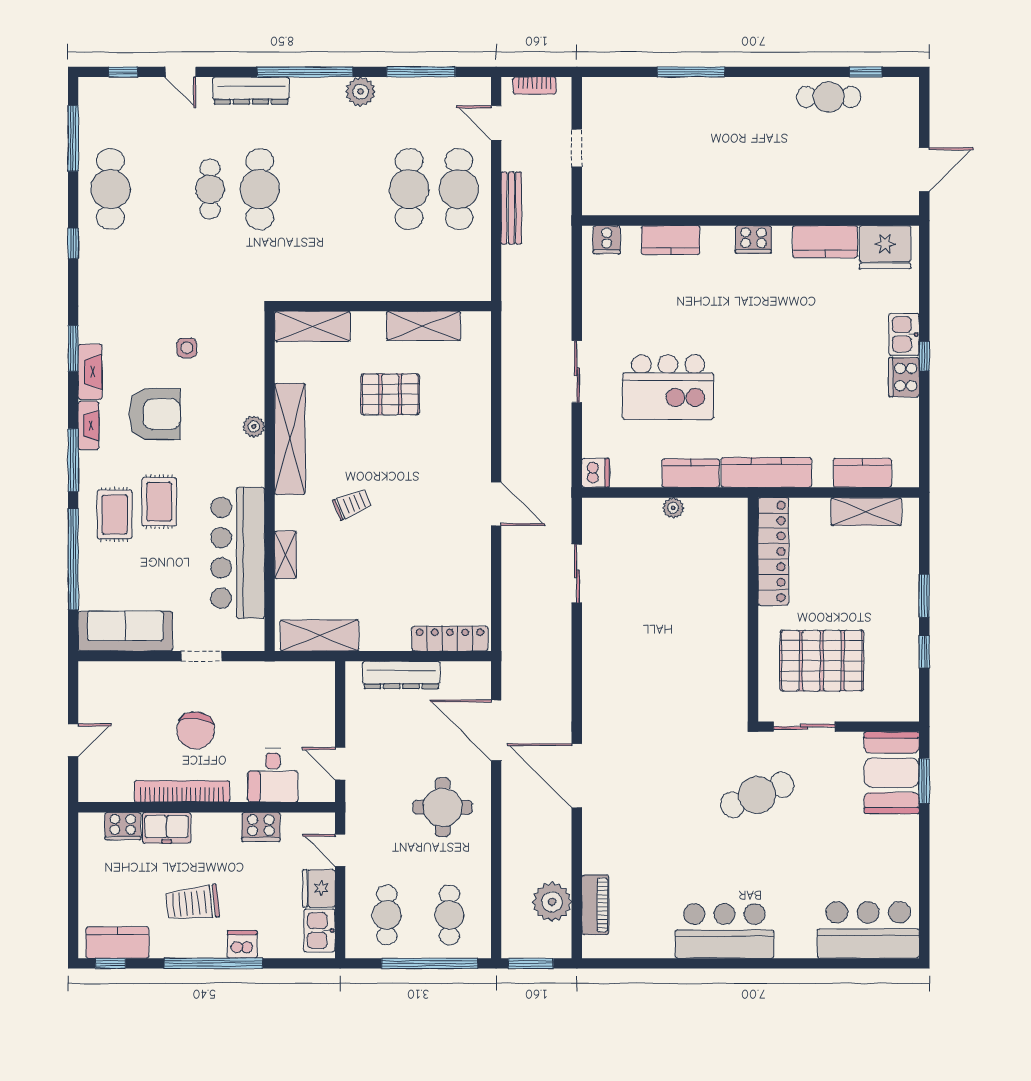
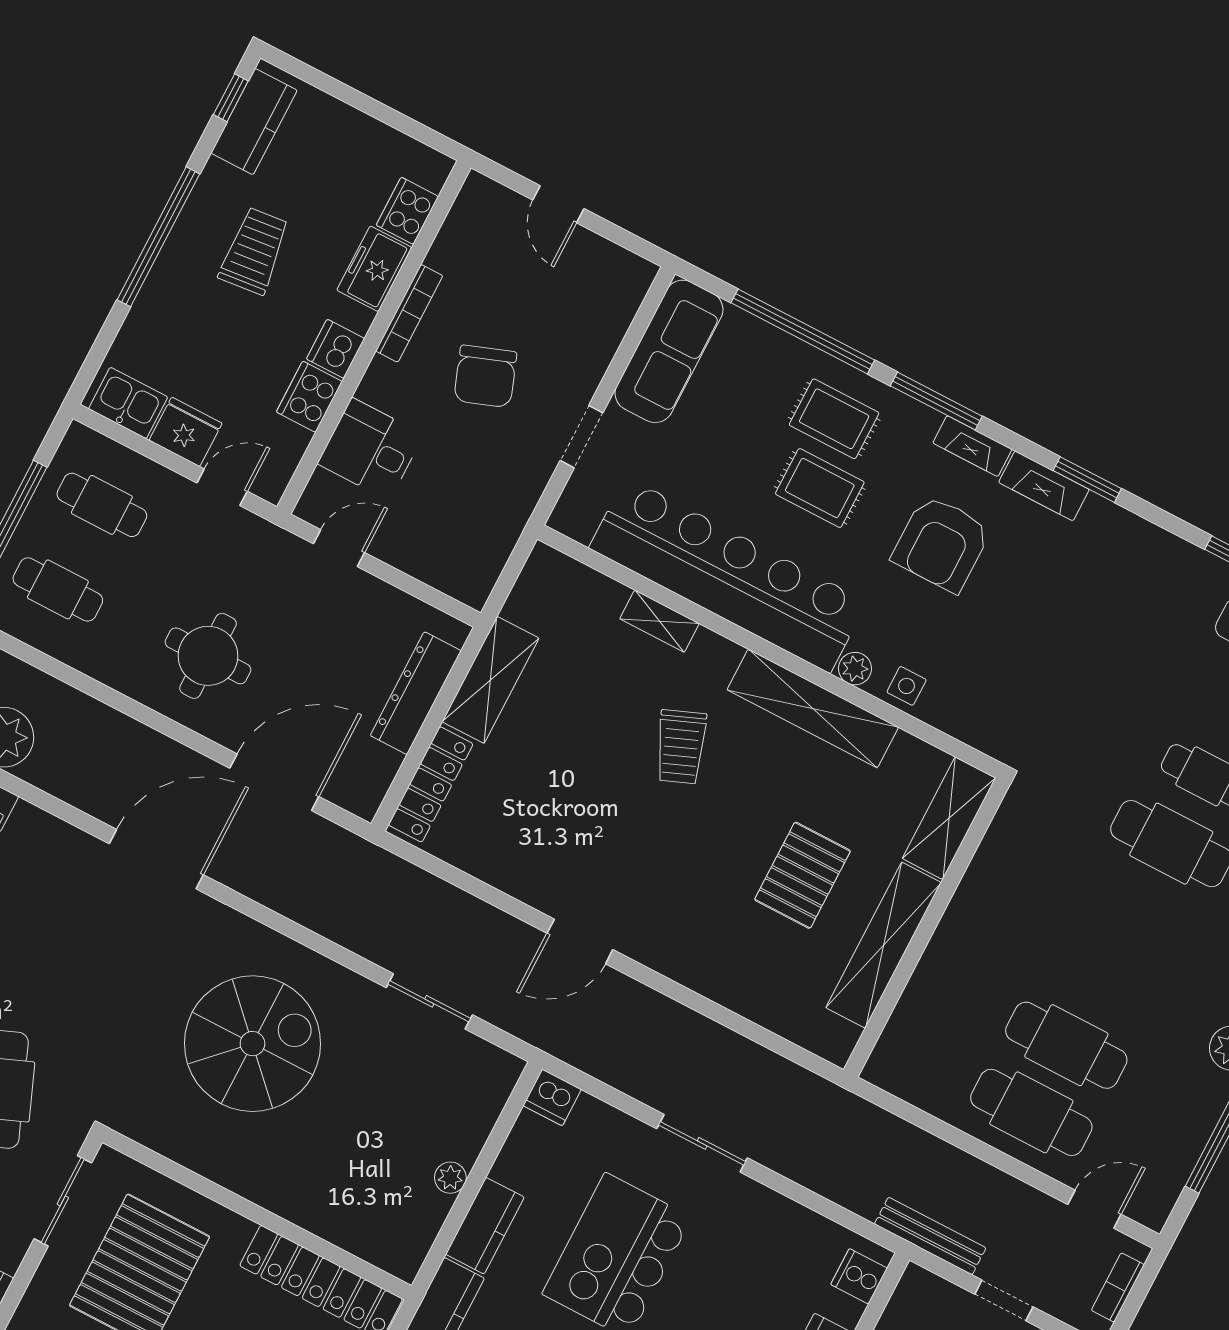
bench: (511, 208) -> (930, 1236), moved
shelving: (423, 326) -> (884, 945), width x1.47
side table: (187, 348) -> (907, 686), moved
trolley: (352, 504) -> (681, 747), width x1.36, depth x1.39
bar counter: (238, 553) -> (728, 575), width x1.36
shelving: (320, 635) -> (490, 680), moved
spiral stairs: (655, 664) -> (252, 1044), added
chair: (196, 730) -> (485, 376), turned -117
bookcase: (182, 791) -> (409, 313), width x0.68, depth x0.76
dishwasher: (242, 944) -> (335, 349), moved, turned 180

